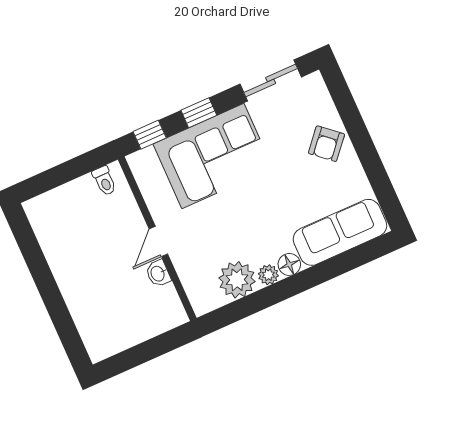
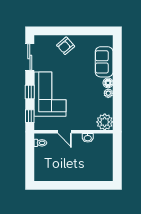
armchair: (326, 144) -> (66, 46), turned 98
sofa: (340, 232) -> (104, 62), width x0.73
door: (158, 241) -> (65, 132), moved
plant: (237, 280) -> (105, 122), moved

